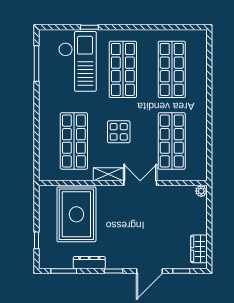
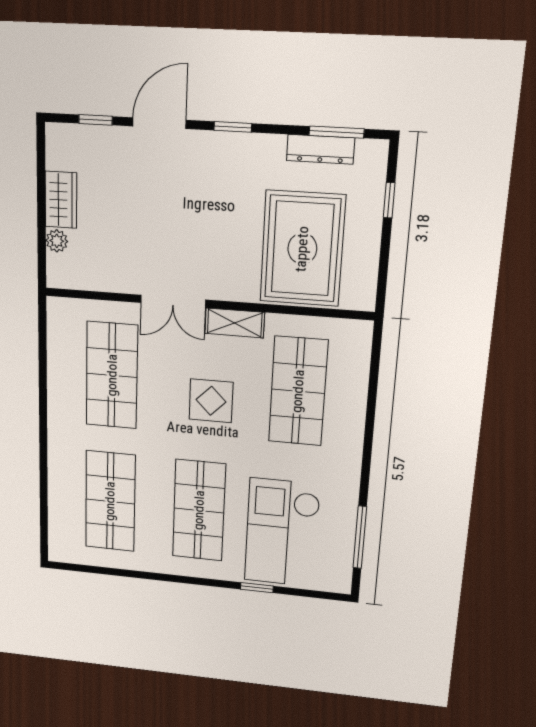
plant: (201, 191) -> (57, 241), moved
wardrobe: (199, 249) -> (61, 200), moved
dresser: (89, 263) -> (320, 149), moved

